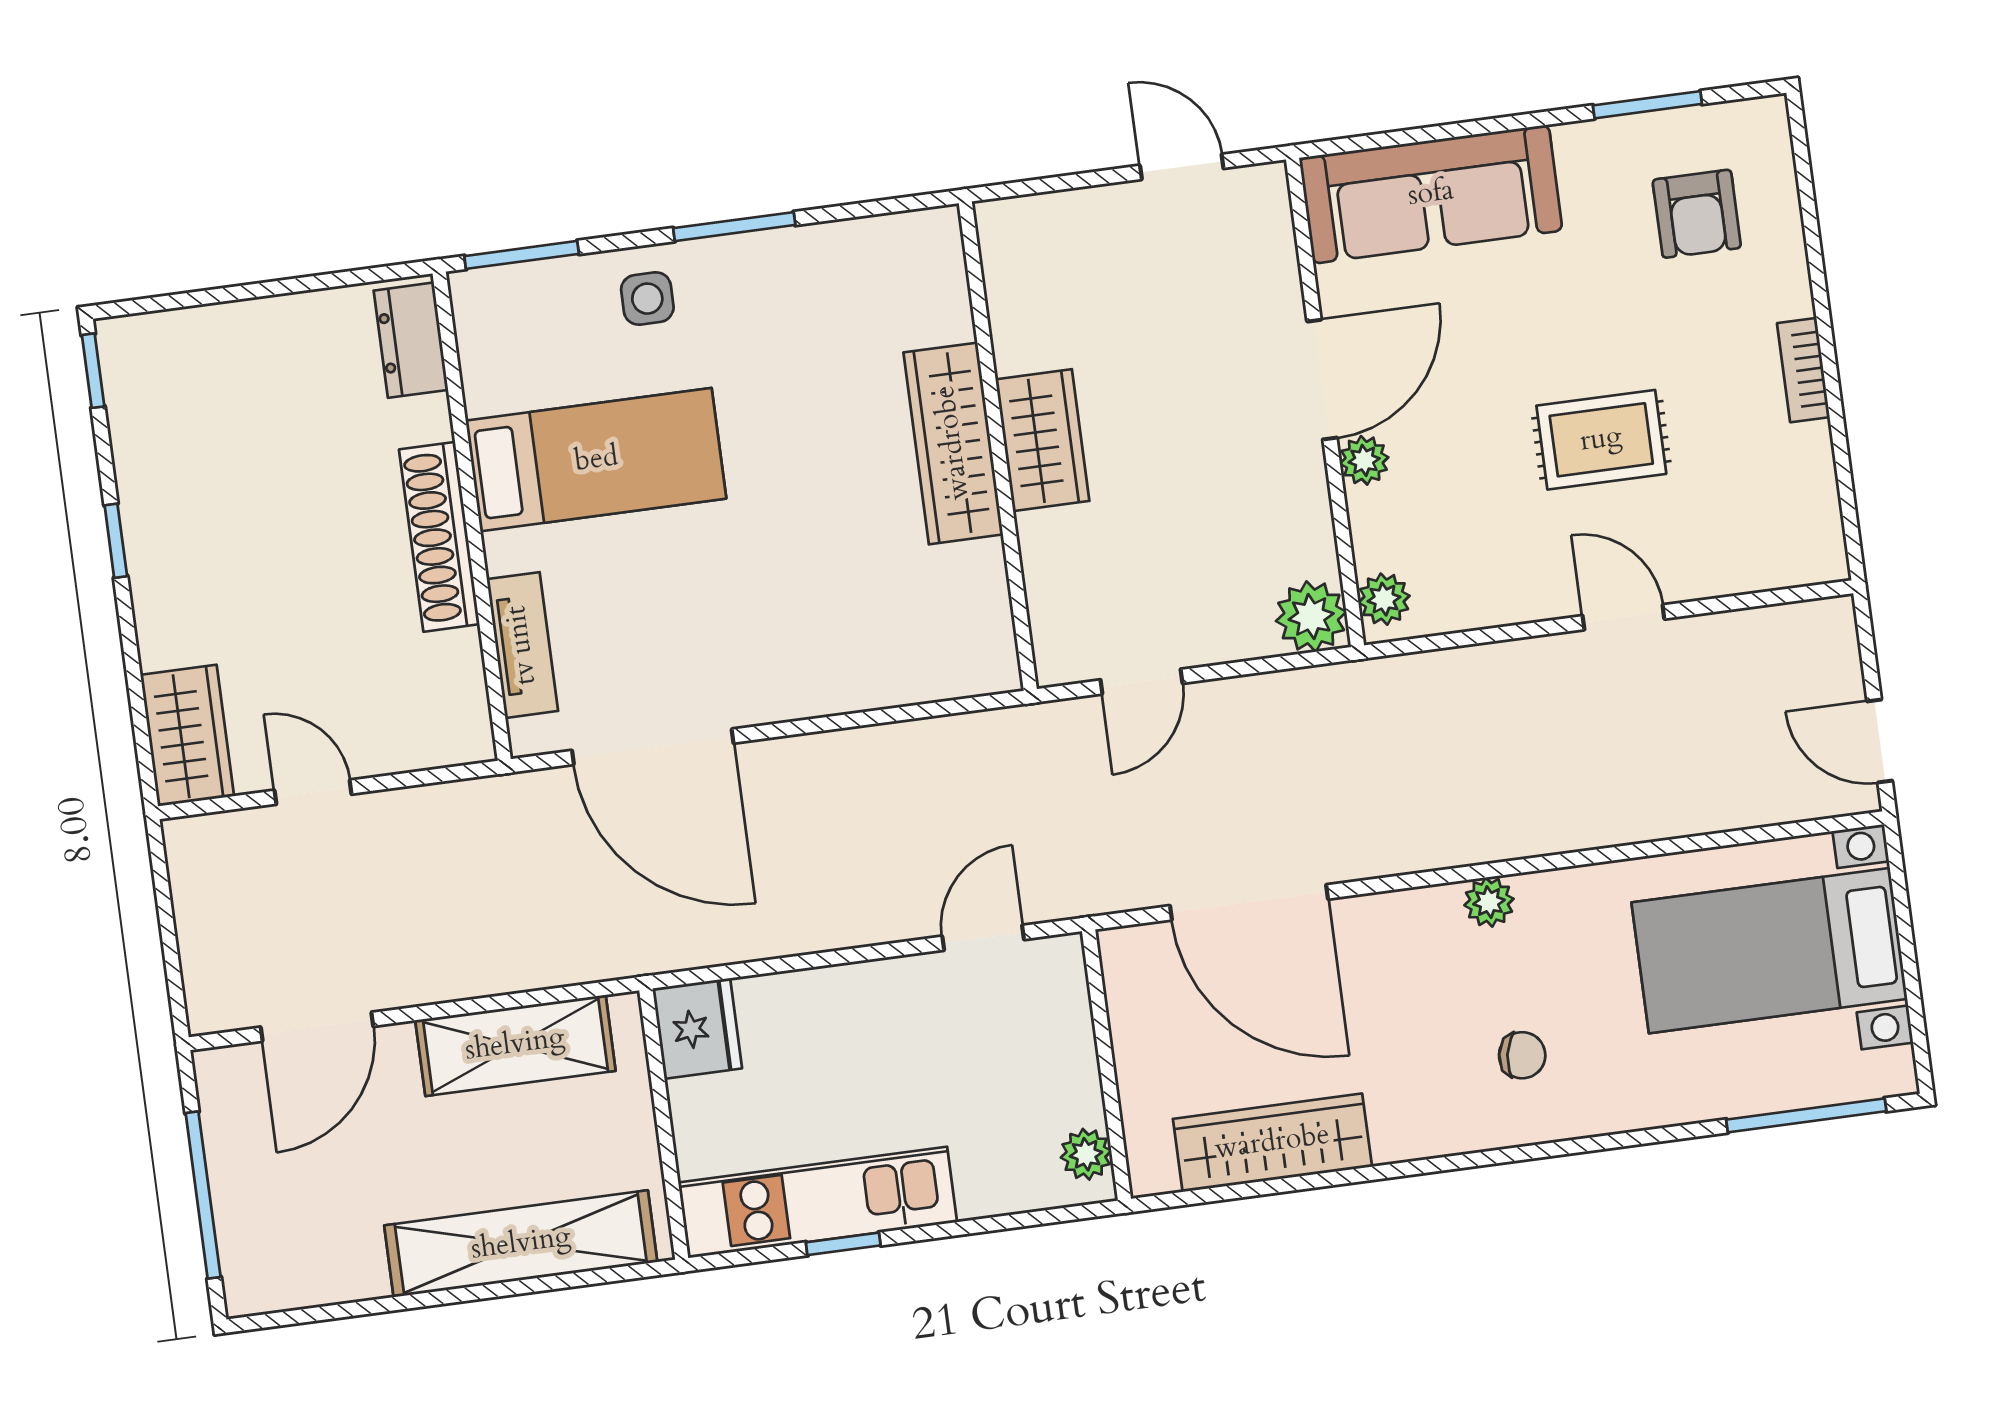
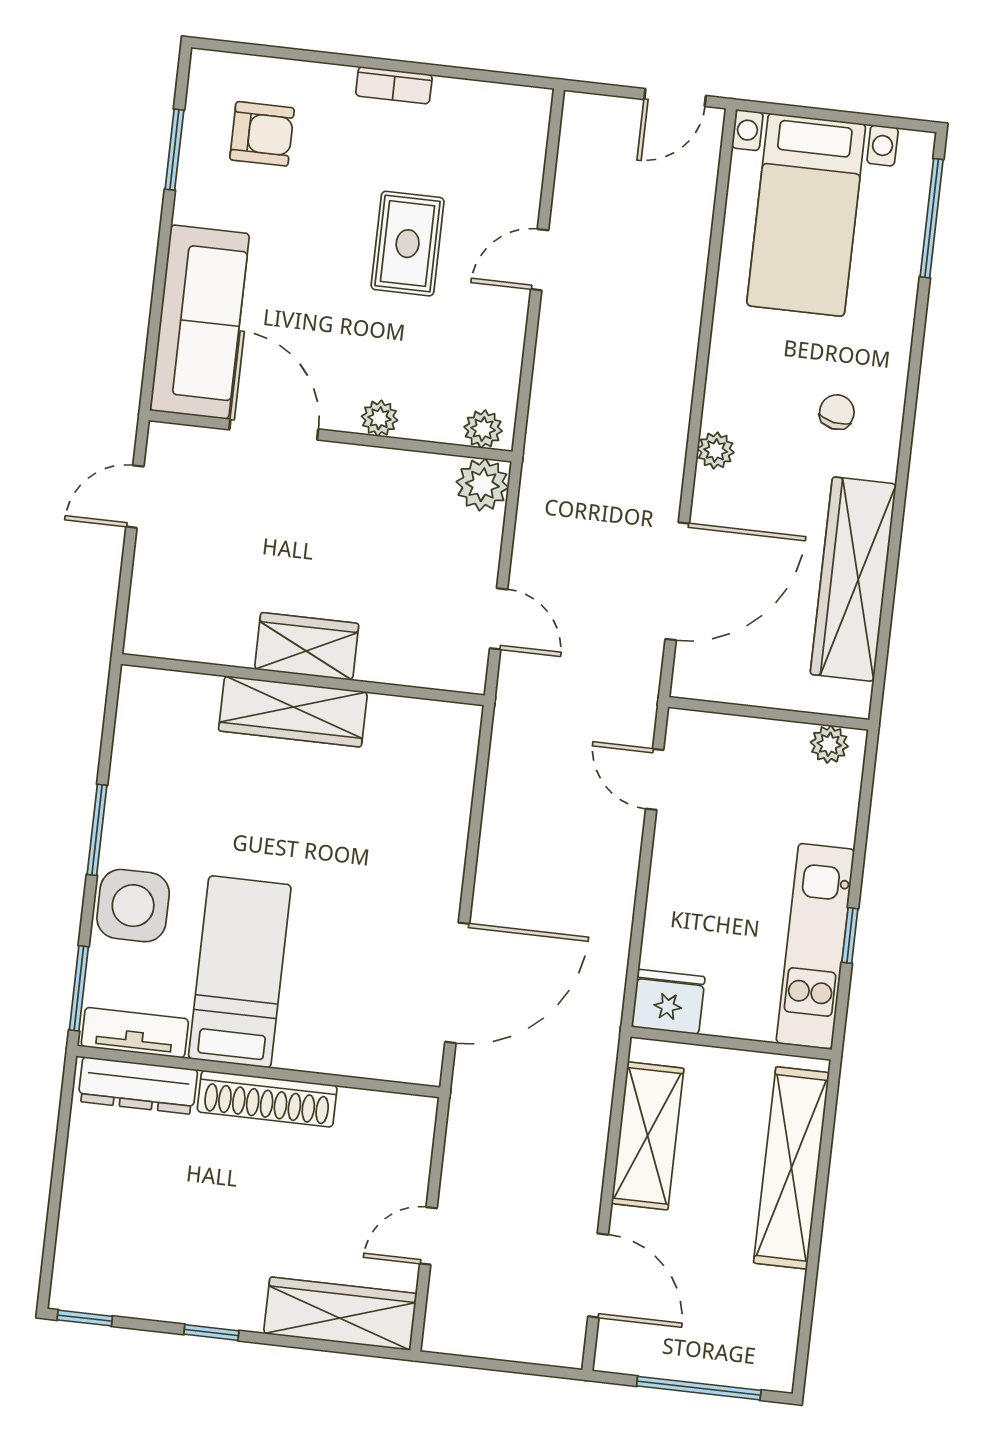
side table: (647, 299) -> (133, 906), width x1.87, depth x1.87
dresser: (411, 340) -> (138, 1085), width x1.44
door: (1322, 380) -> (274, 429), moved
tv unit: (522, 645) -> (135, 1033), moved
wardrobe: (187, 735) -> (340, 1314), width x1.50
plant: (1489, 902) -> (716, 450), moved
wardrobe: (1272, 1143) -> (853, 579), width x1.40, depth x1.17

